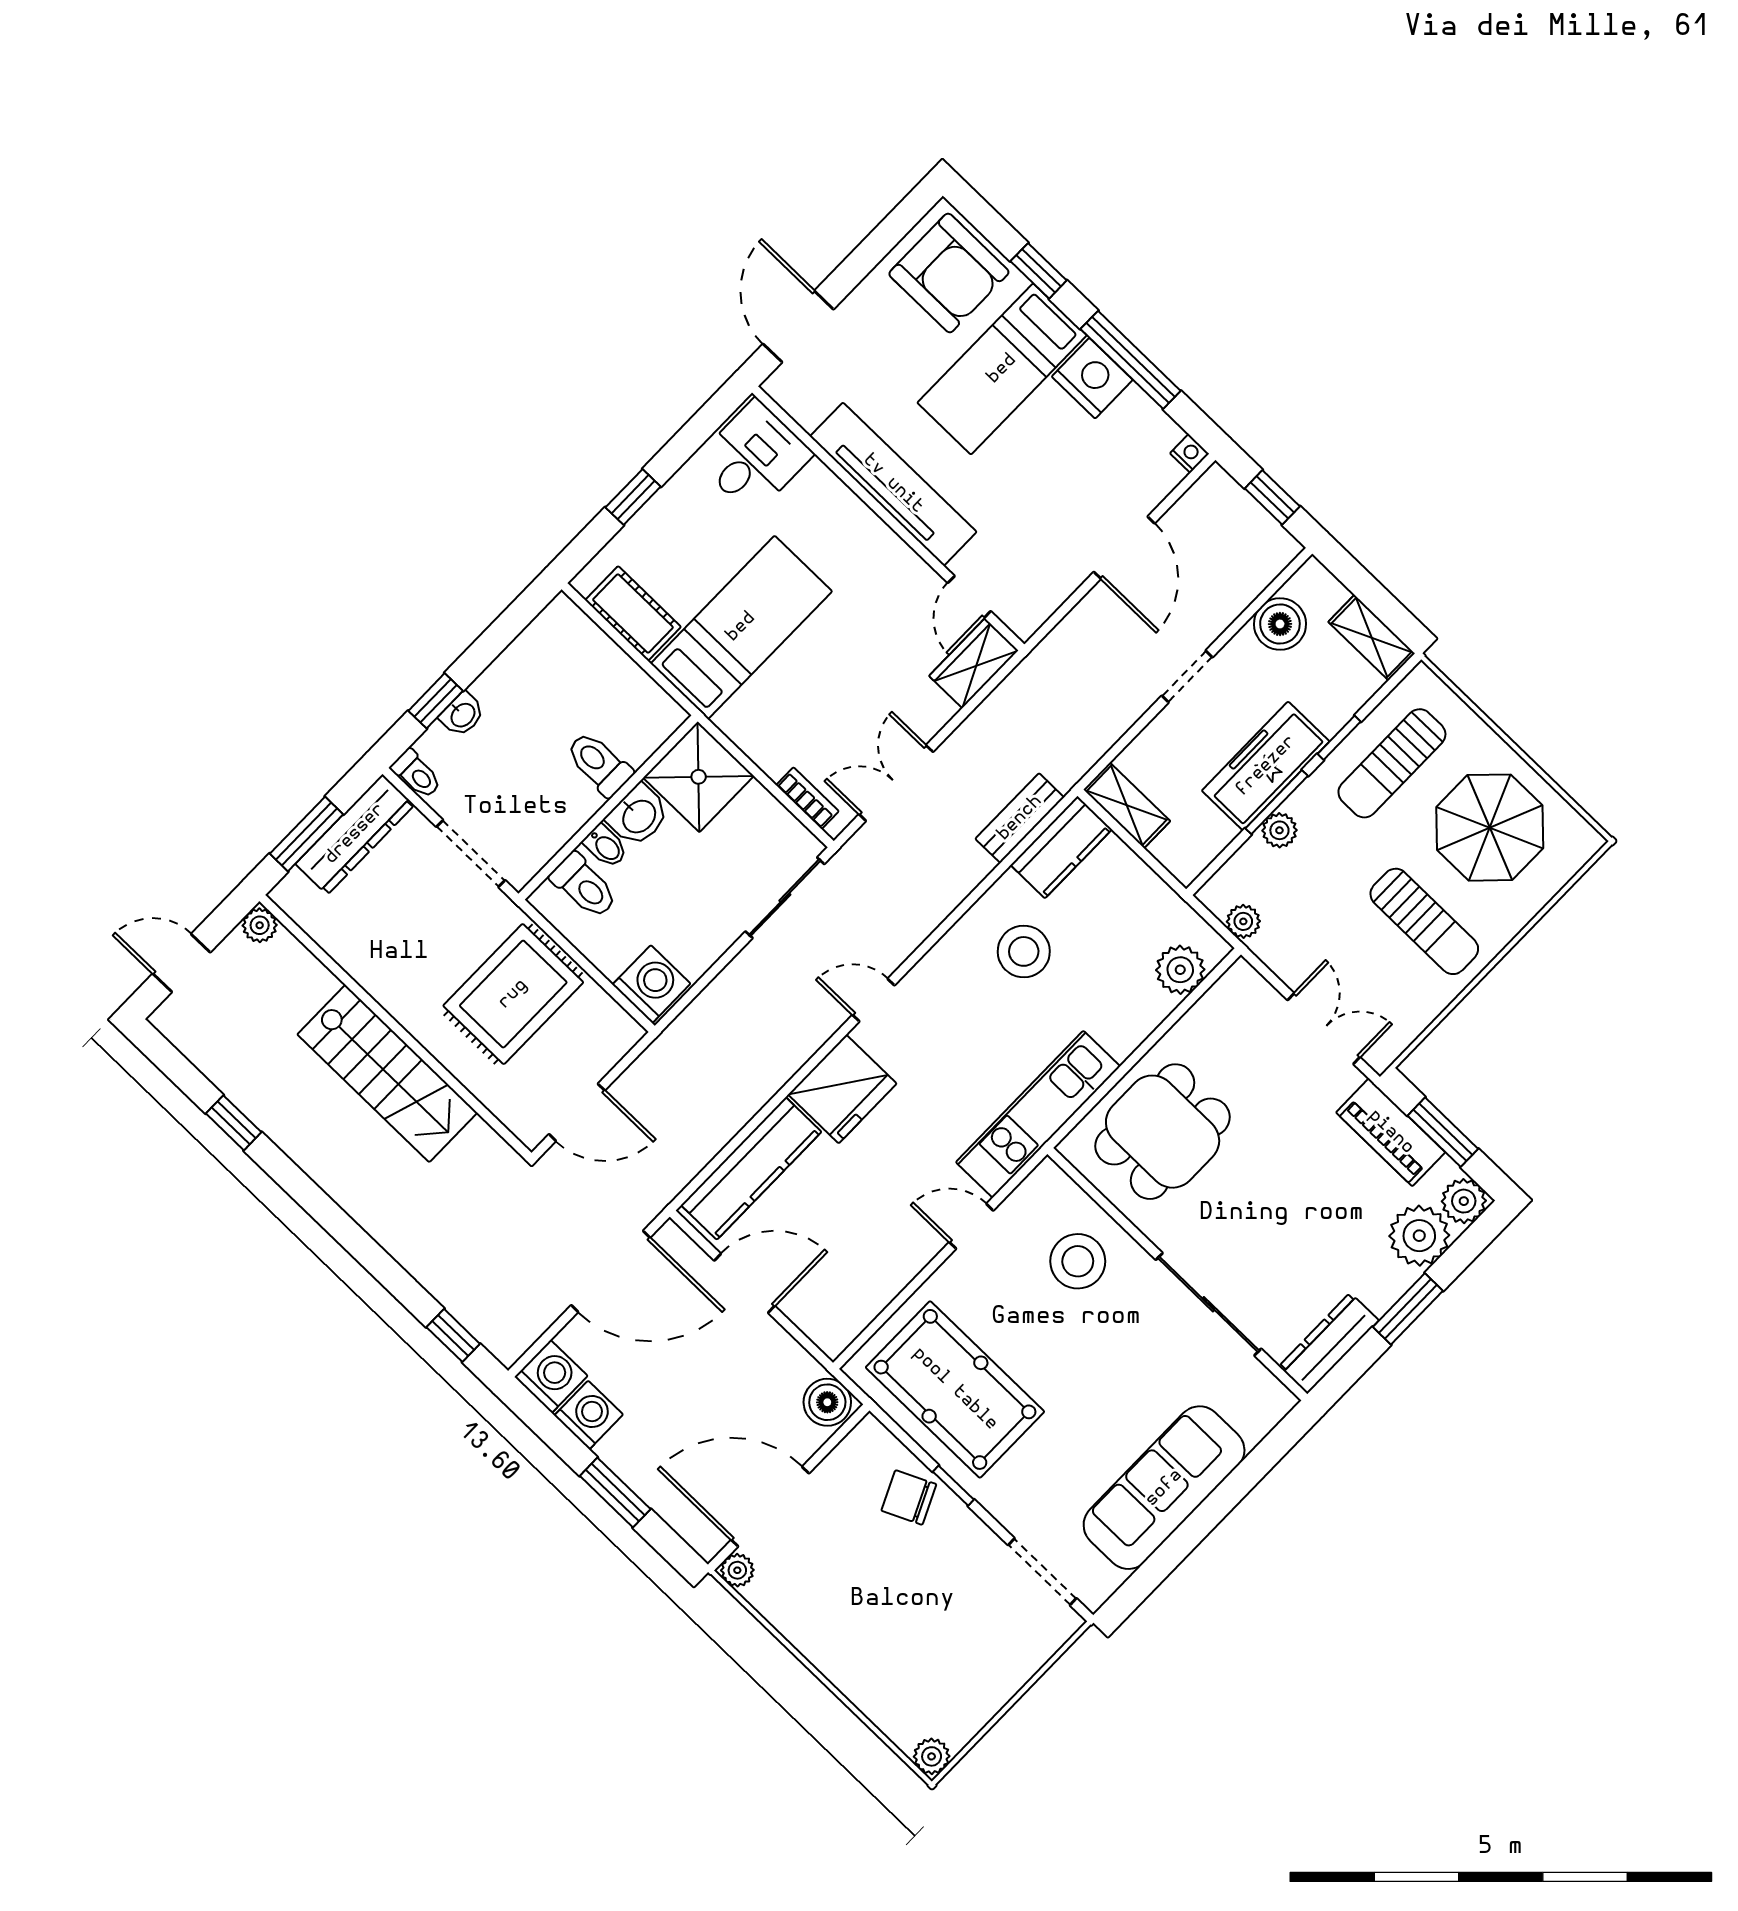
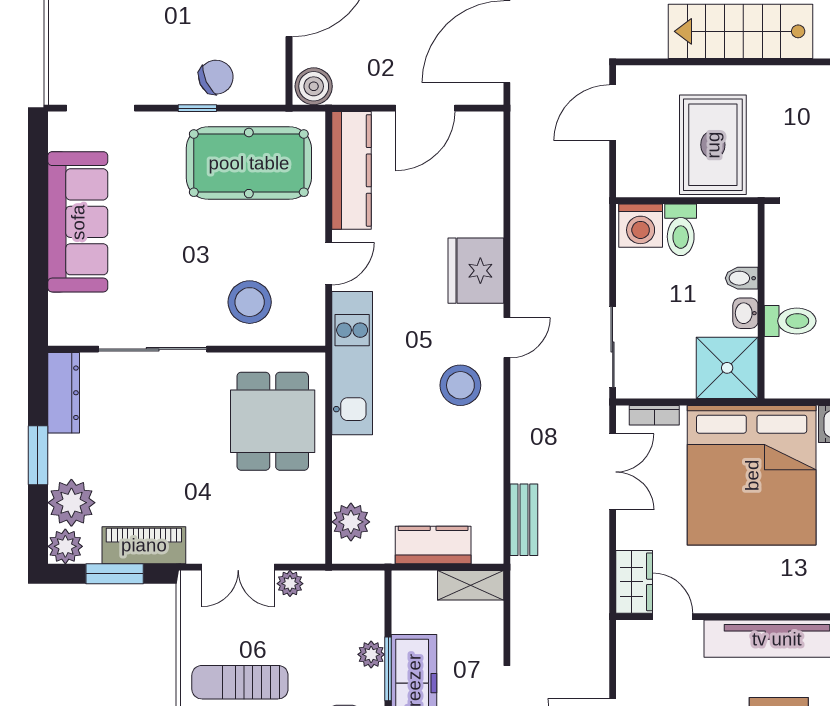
bed: (741, 627) -> (752, 475), width x2.04
washbasin: (638, 816) -> (745, 313), width x0.72, depth x0.69
kitchen counter: (1061, 847) -> (433, 545), moved, turned 90
toilet: (584, 886) -> (681, 230), moved, turned -90
plant: (1243, 921) -> (290, 584), moved
stool: (1024, 951) -> (460, 385), moved
kitchen counter: (751, 1168) -> (352, 170), moved, turned 180

